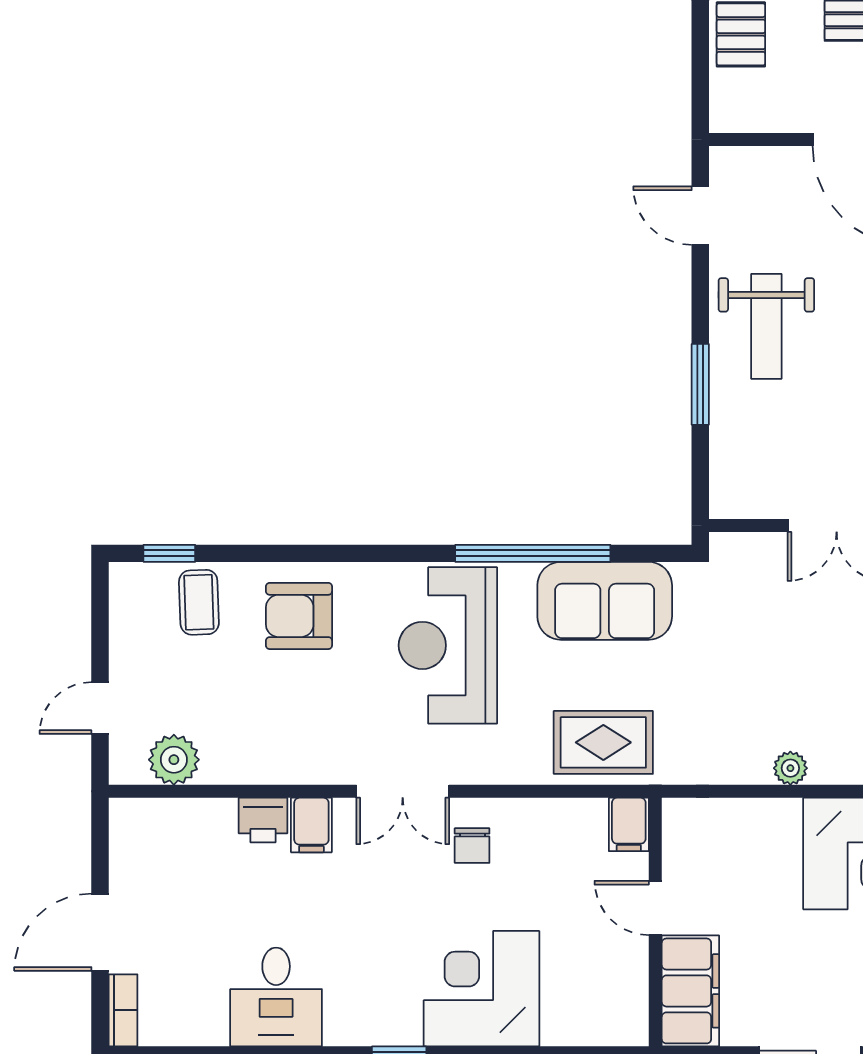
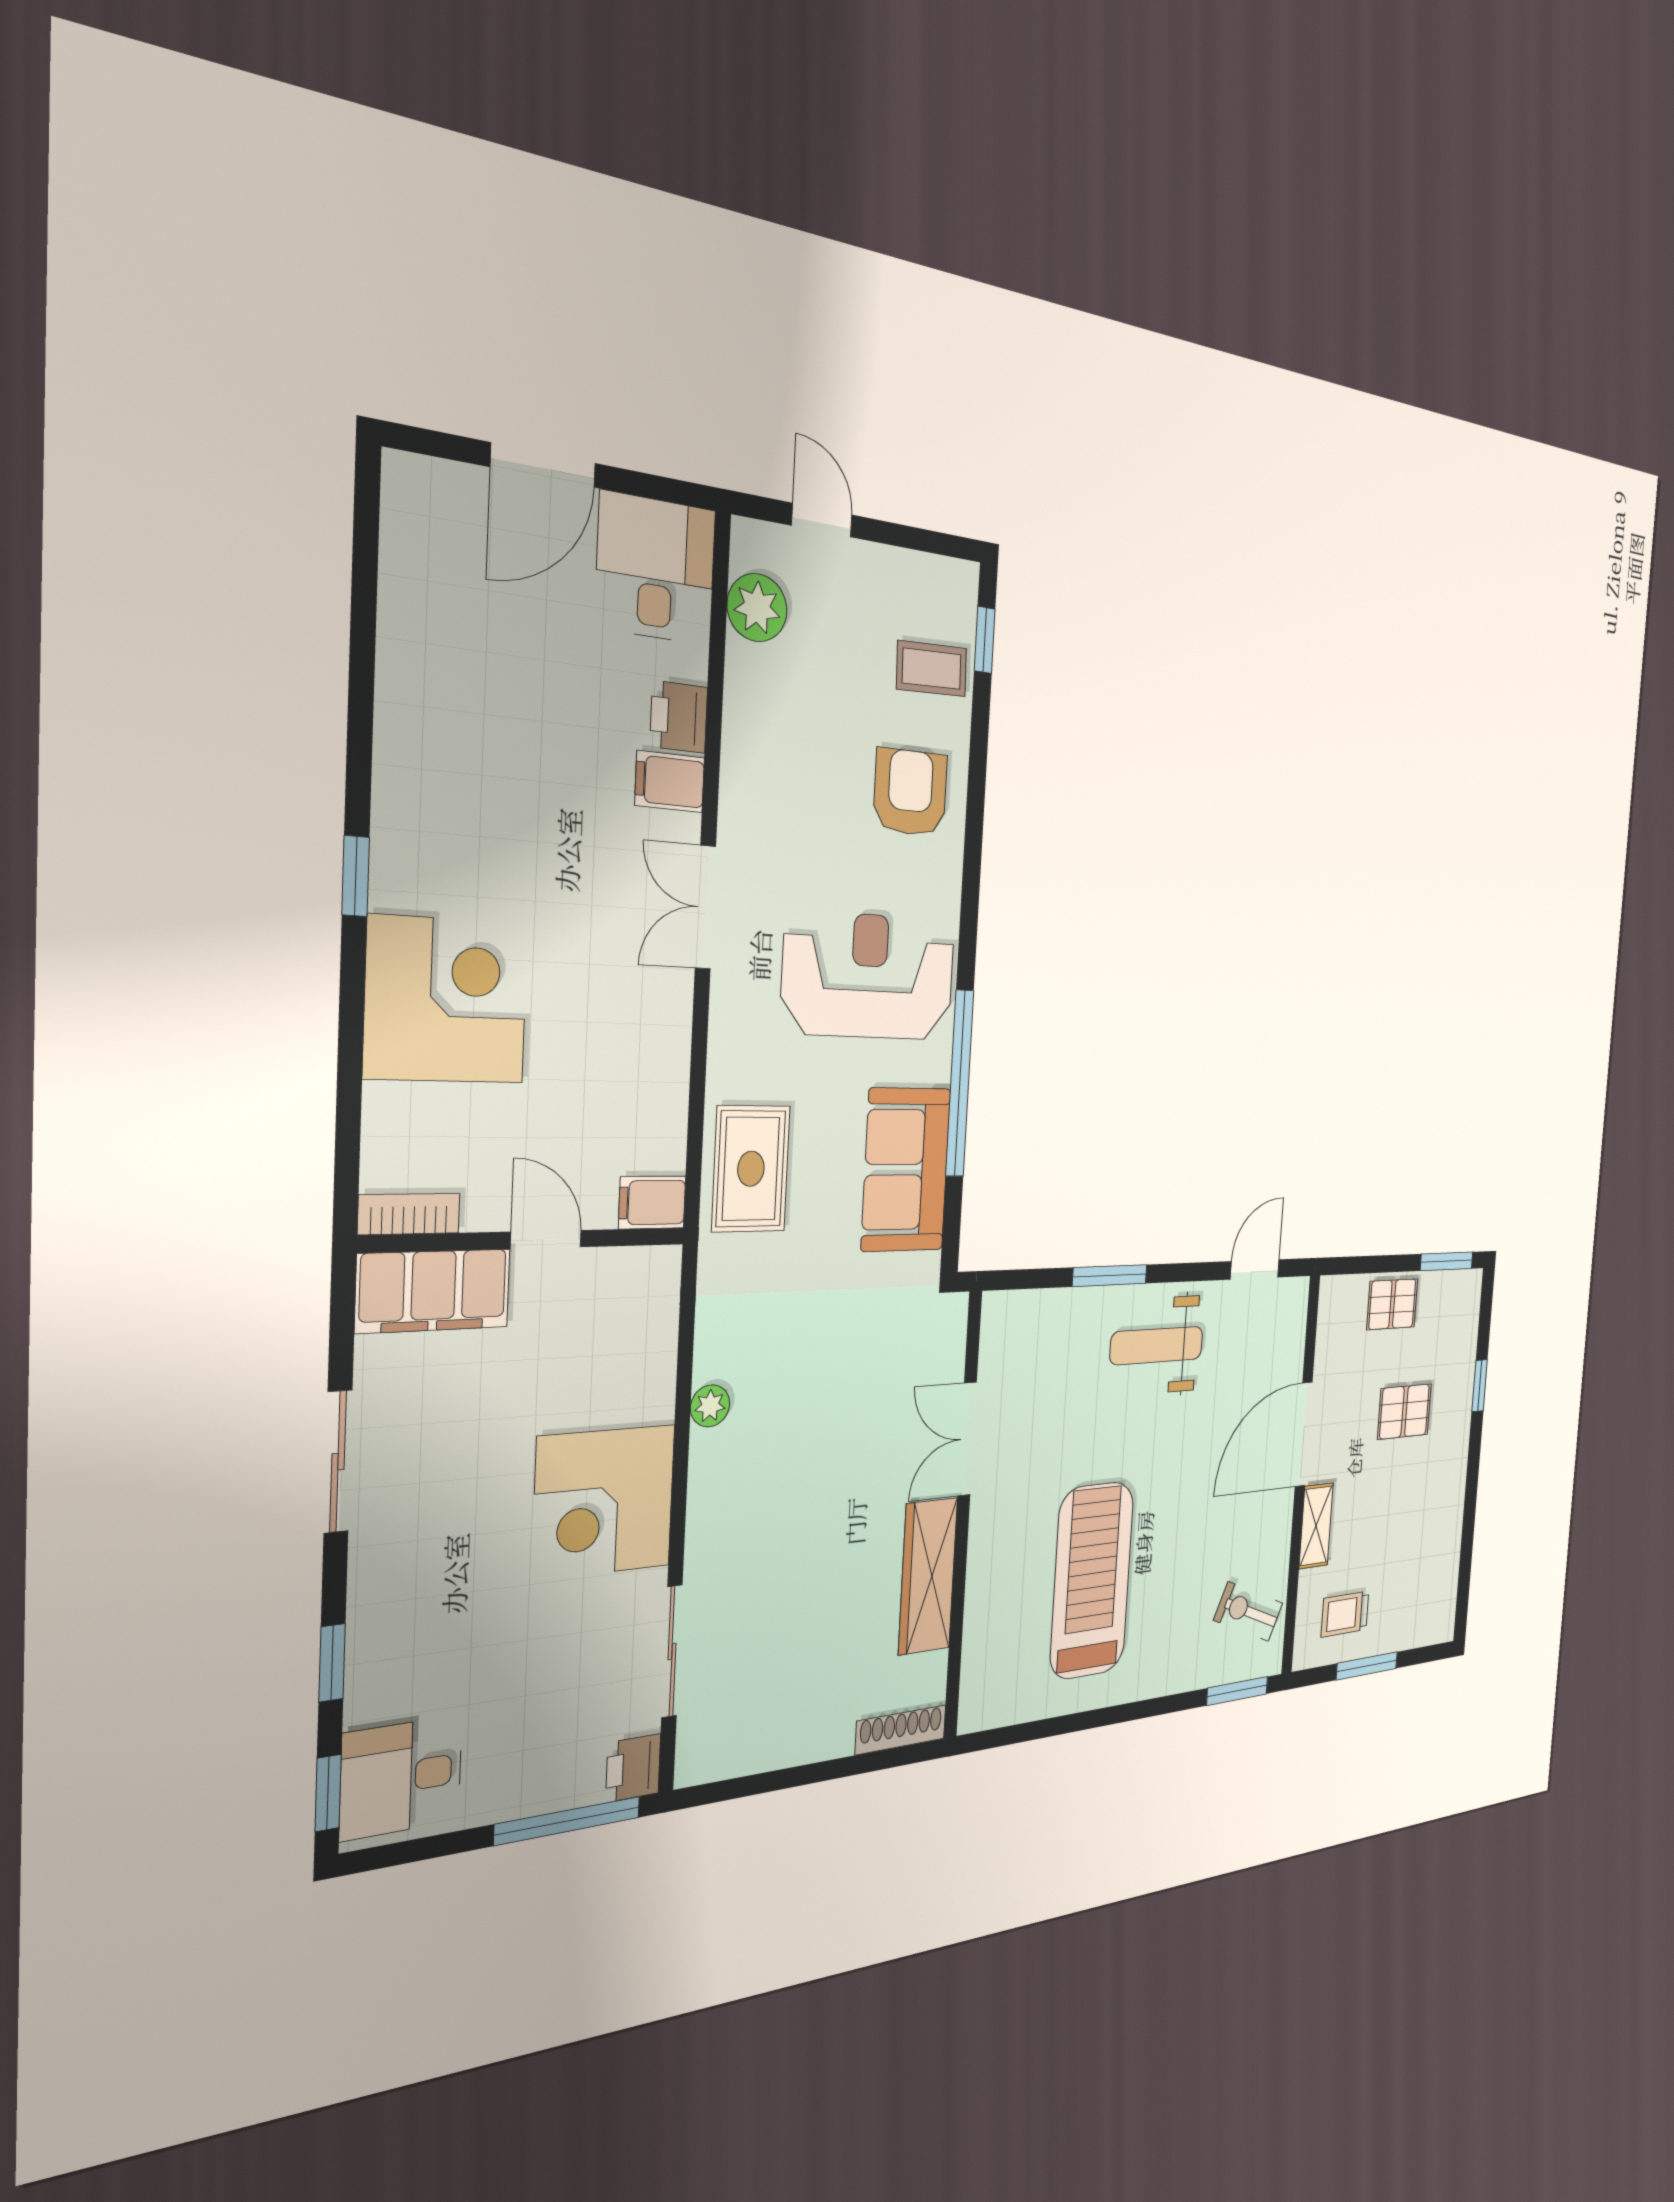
chair: (472, 846) -> (635, 995), removed
door: (655, 908) -> (546, 1240), hinge flipped
door: (100, 932) -> (543, 465), swing flipped
desk: (276, 997) -> (656, 569), moved, turned 90
bookcase: (123, 1010) -> (409, 1214), moved, turned 180

